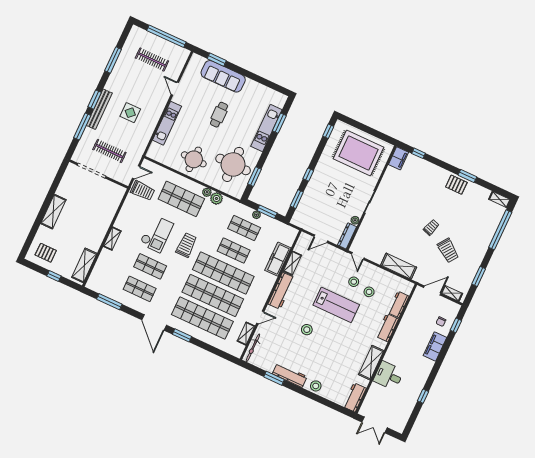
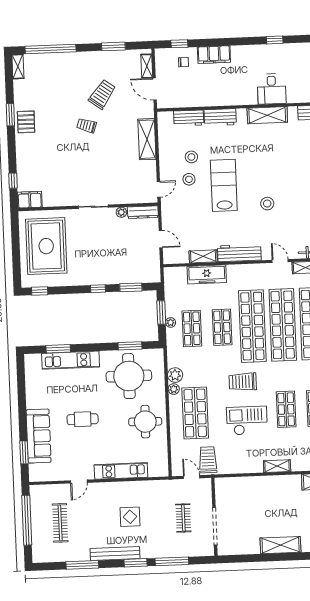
bench: (99, 109) -> (115, 554), moved
clothes rail: (109, 151) -> (183, 518), width x0.73

